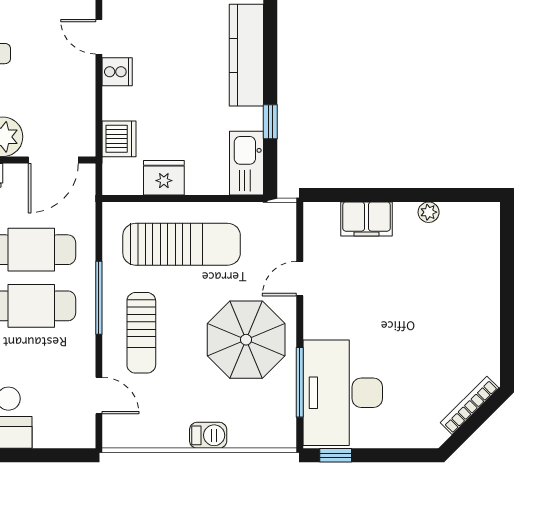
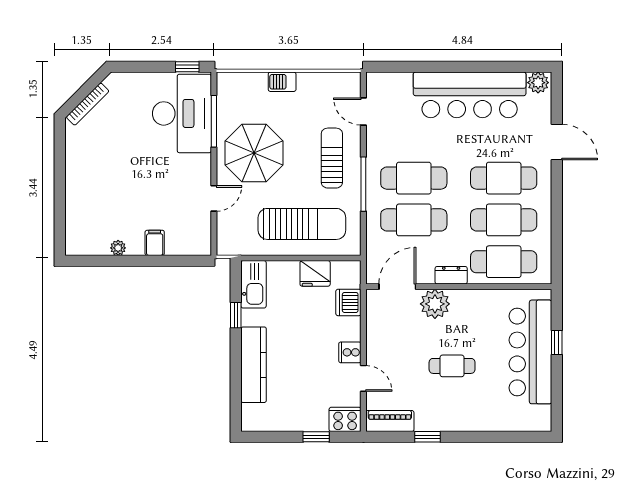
filing cabinet: (367, 219) -> (155, 243), width x0.50
sun lounger: (182, 244) -> (302, 224), turned 180

